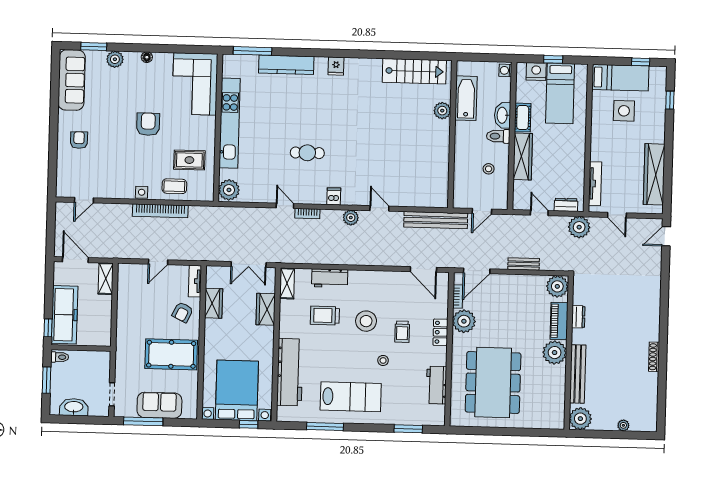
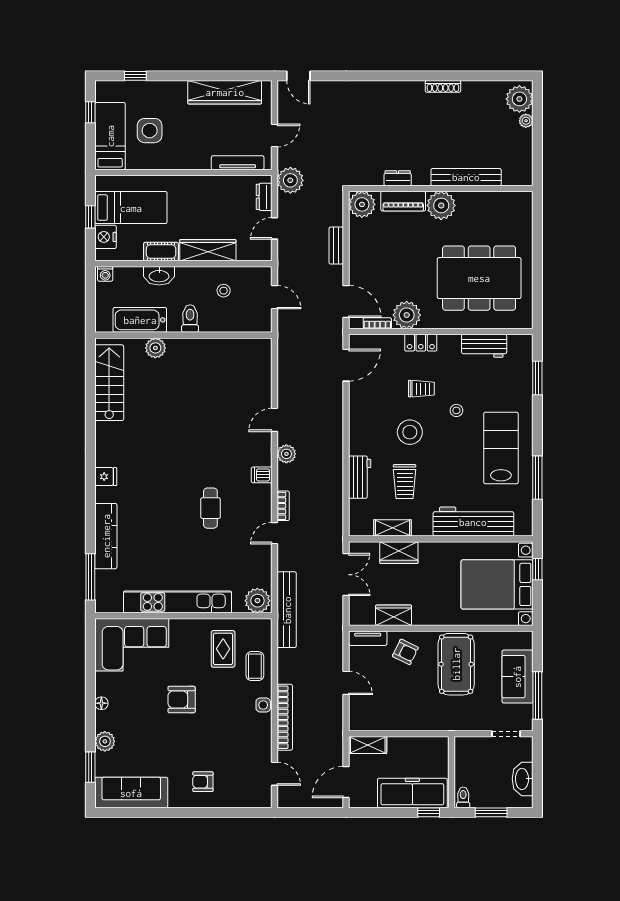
toilet: (498, 136) -> (190, 319), moved, turned 180
bookcase: (160, 211) -> (285, 717), moved
bench: (436, 220) -> (287, 610), moved
shelving: (287, 283) -> (392, 528), moved
plant: (580, 419) -> (519, 99), moved

